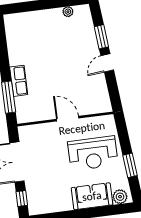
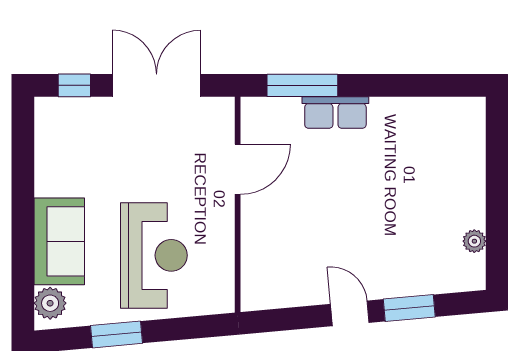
door: (68, 119) -> (238, 169), moved
reception desk: (93, 153) -> (154, 255), turned 180

